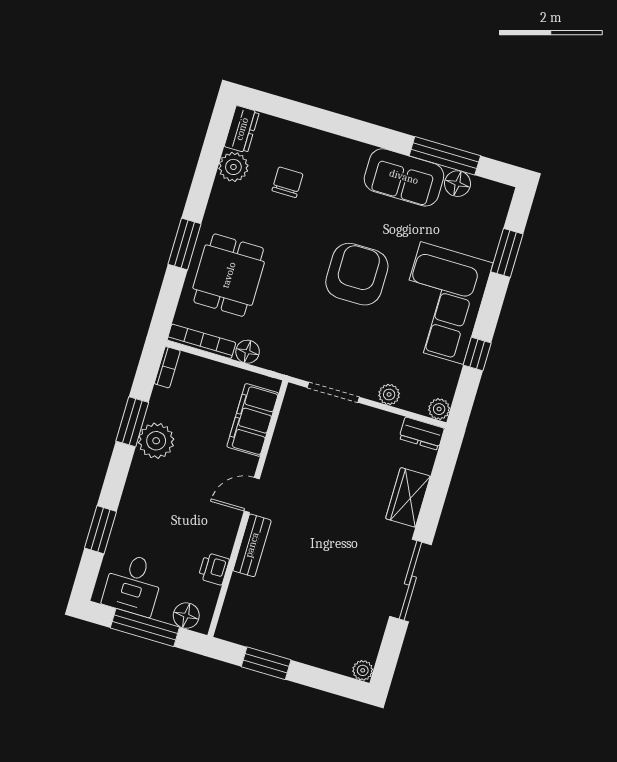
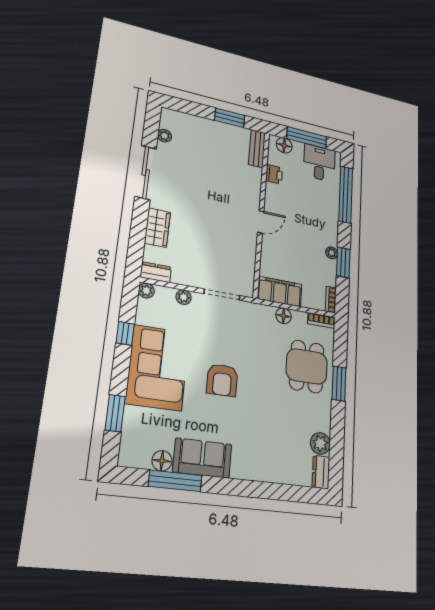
chair: (287, 182) -> (283, 439), removed
armchair: (357, 274) -> (222, 380), width x0.73, depth x0.73
bookcase: (201, 341) -> (321, 321), width x0.64
filing cabinet: (253, 420) -> (280, 292), moved, turned -90
plant: (156, 441) -> (332, 253), width x0.53, depth x0.53
window: (100, 530) -> (346, 195), width x2.11
bench: (252, 545) -> (257, 149), moved
plant: (363, 670) -> (165, 136), moved

